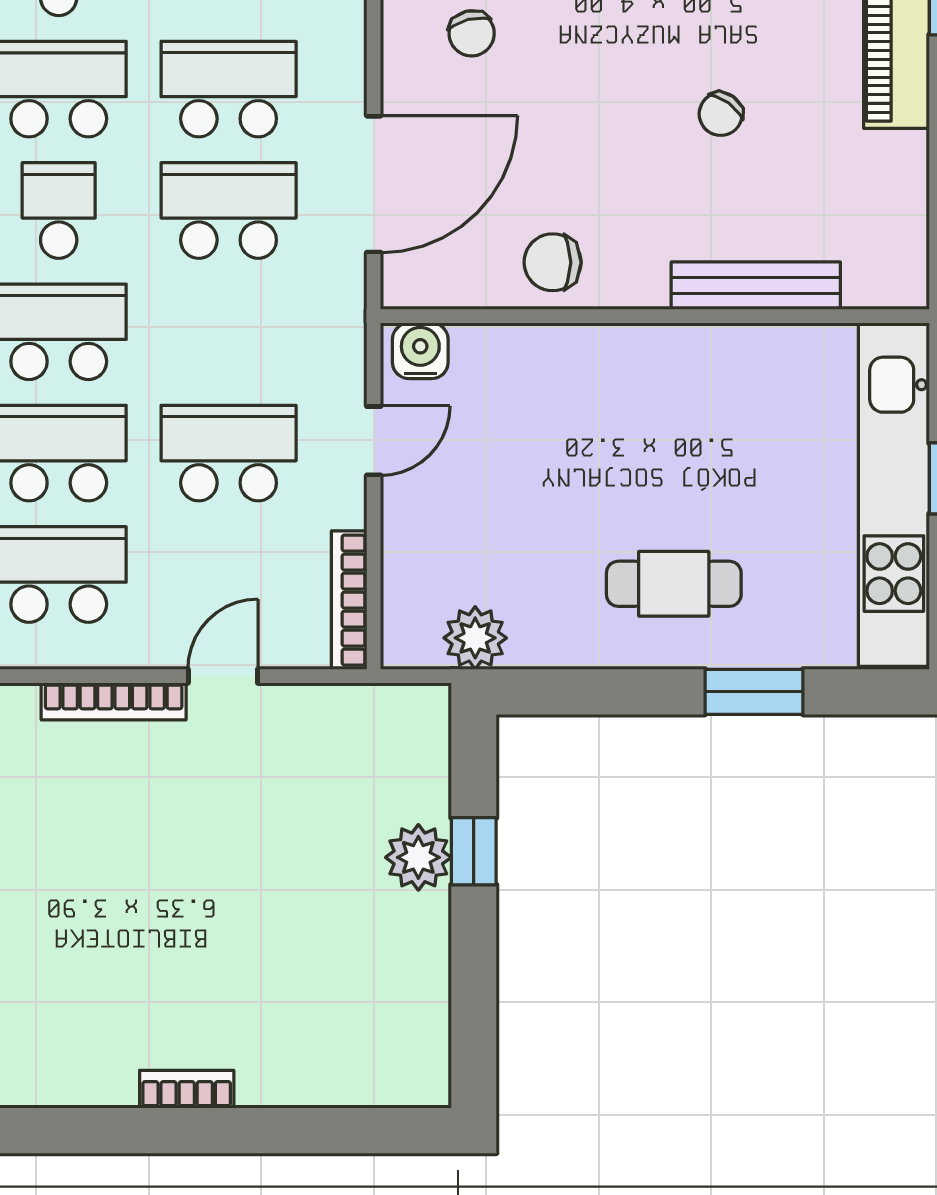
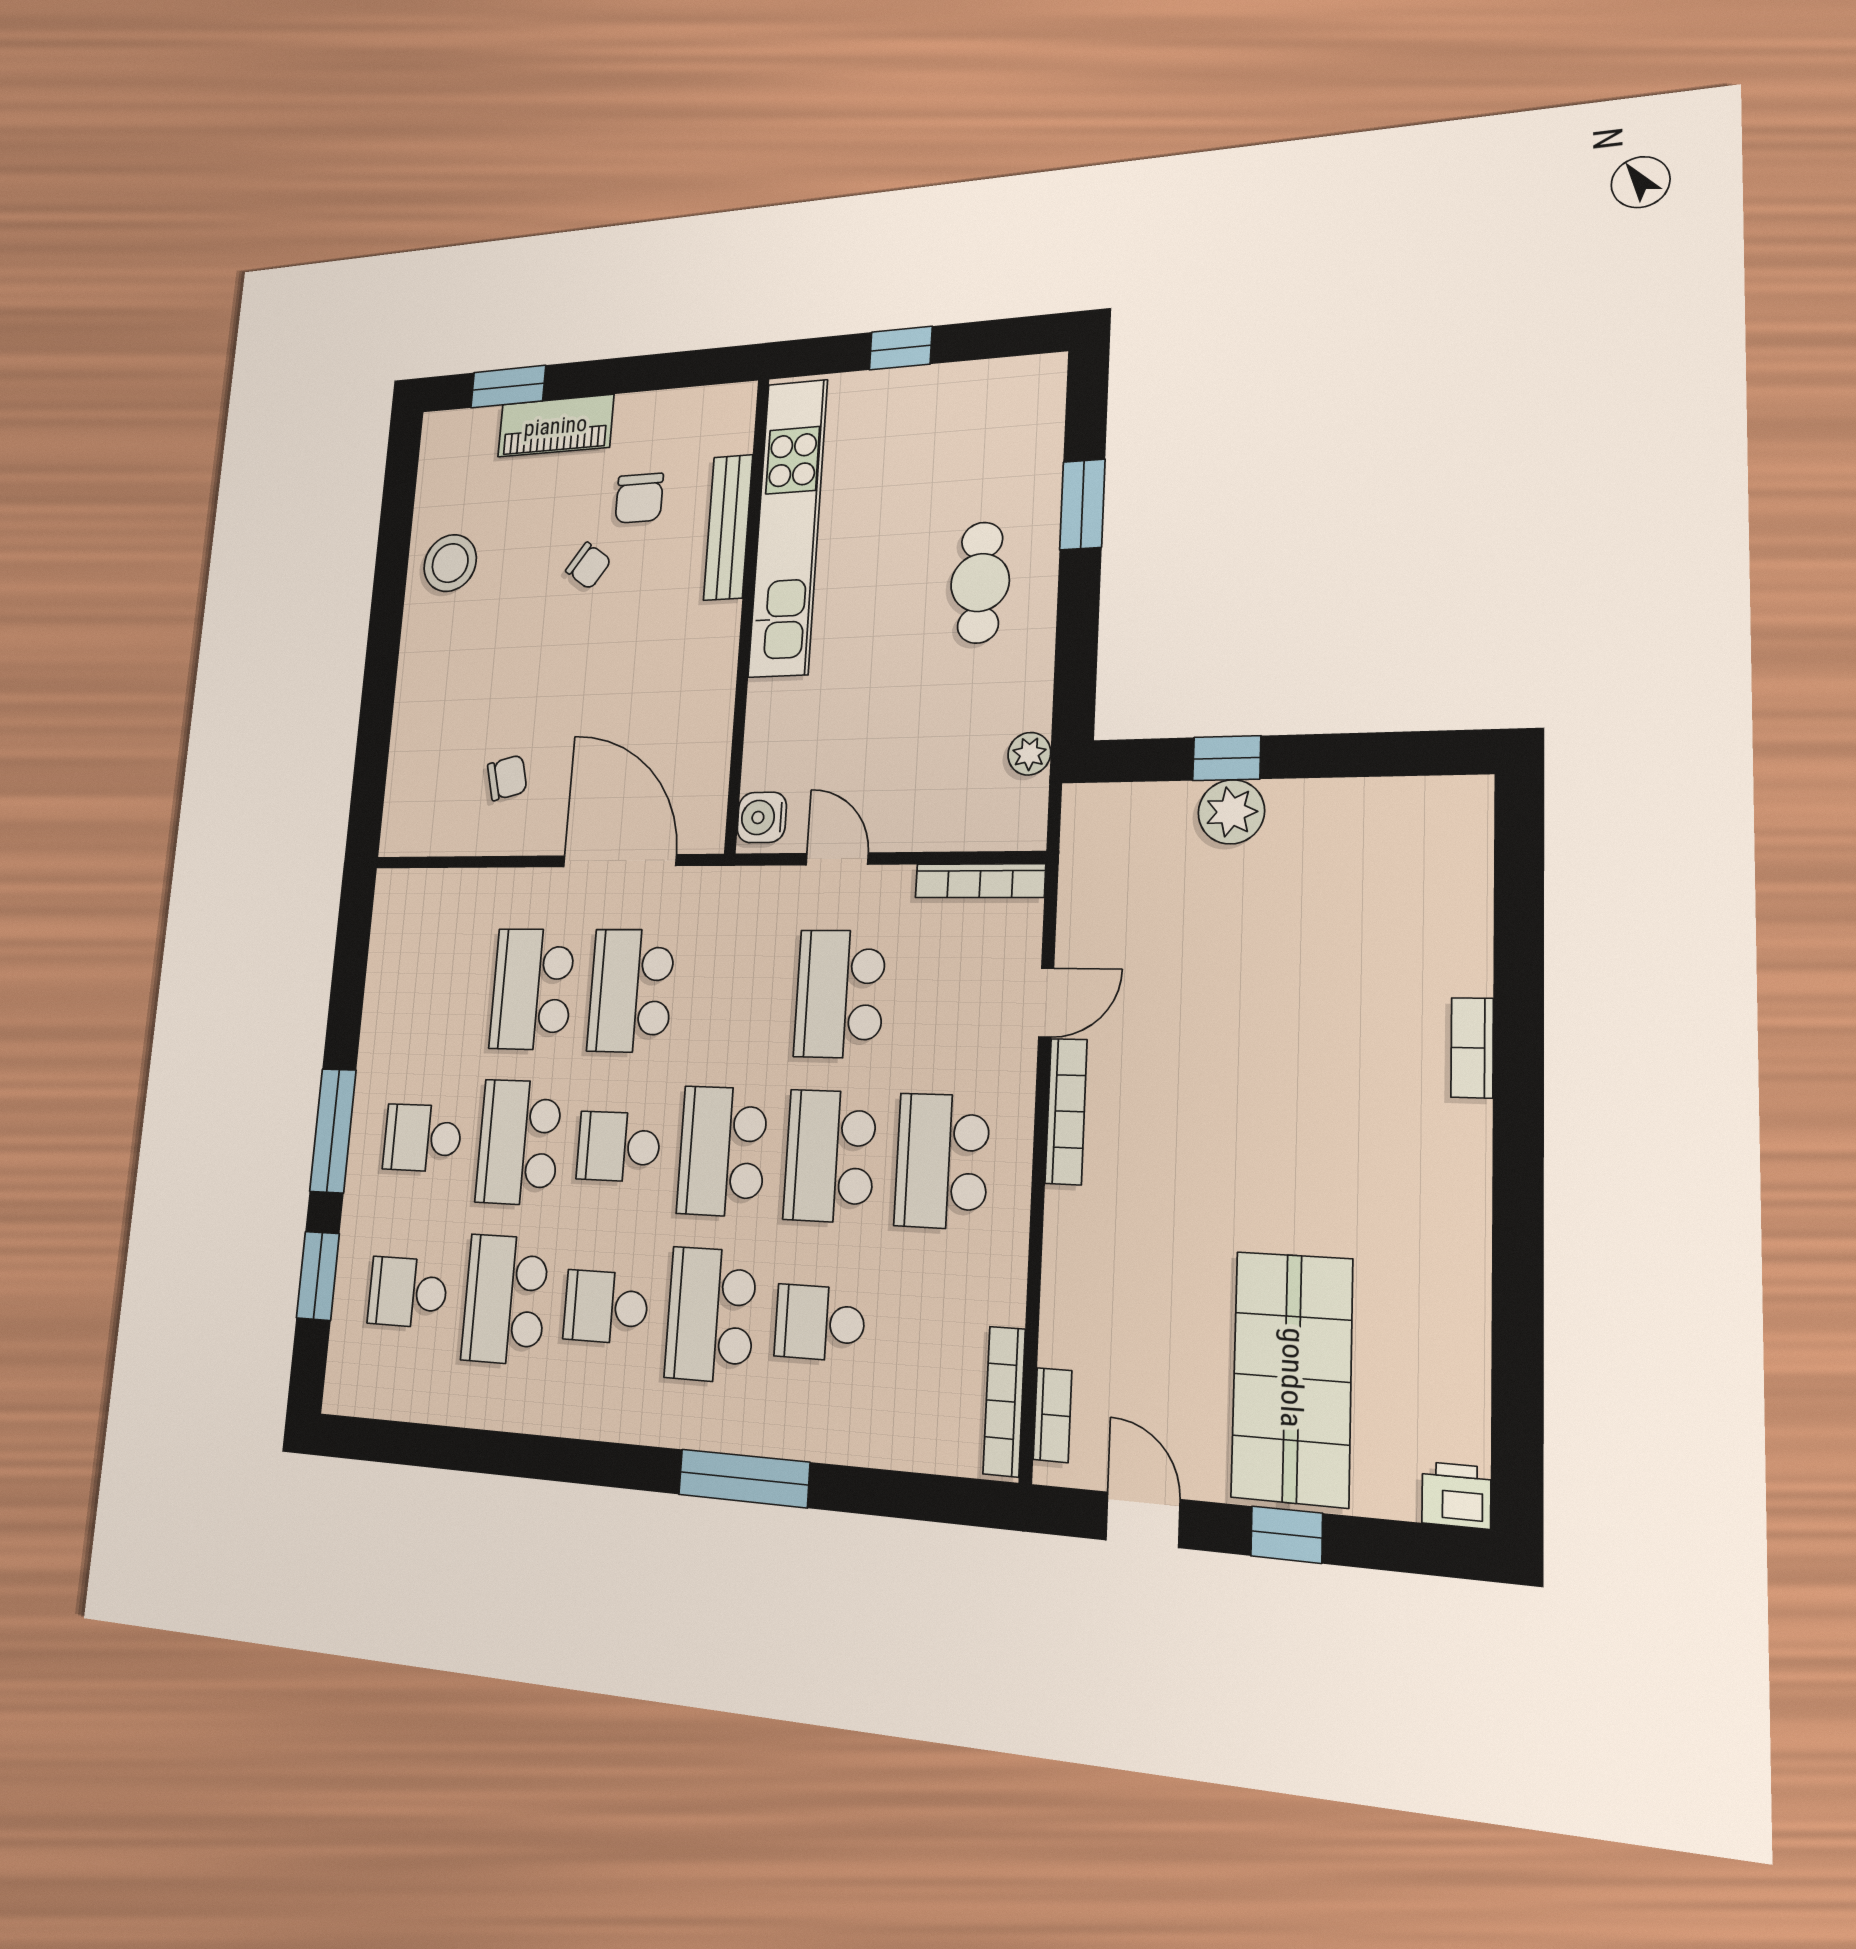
chair: (553, 262) -> (639, 498), moved
kitchen unit: (894, 495) -> (788, 527), moved, turned -90
plant: (475, 638) -> (1029, 754), width x0.73, depth x0.73
door: (223, 676) -> (1046, 1003), swing flipped

